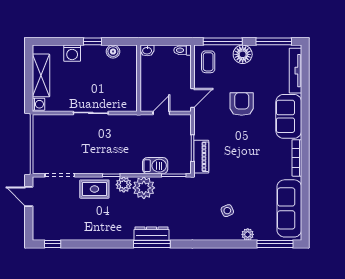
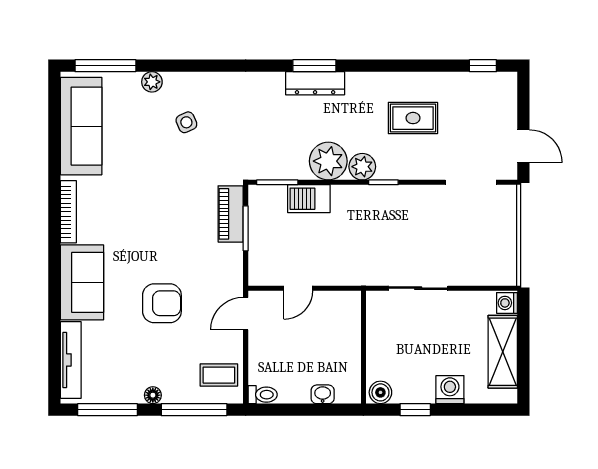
floor lamp: (243, 54) -> (153, 395), width x0.53, depth x0.53
coffee table: (208, 62) -> (219, 375), turned 90
wall: (139, 78) -> (363, 347), moved
armchair: (242, 104) -> (162, 303), turned -90
rug: (94, 189) -> (413, 118), moved
window: (152, 244) -> (314, 66), width x0.69

